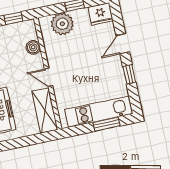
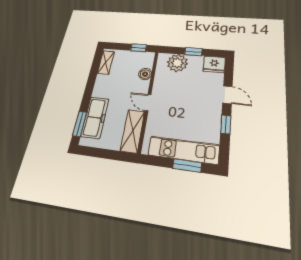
door: (123, 44) -> (227, 95), swing flipped

